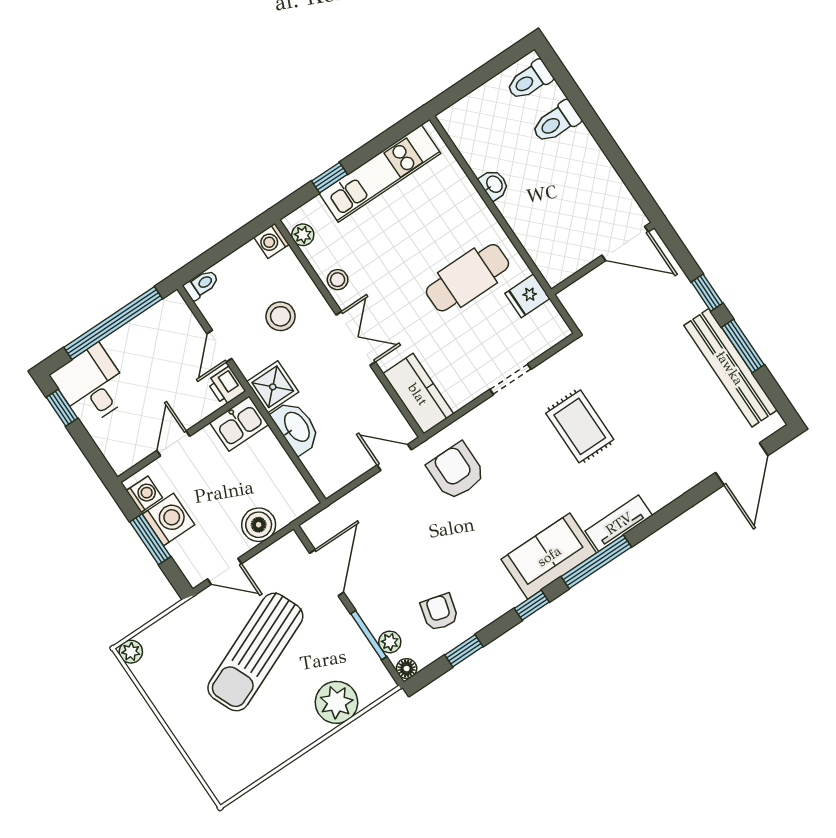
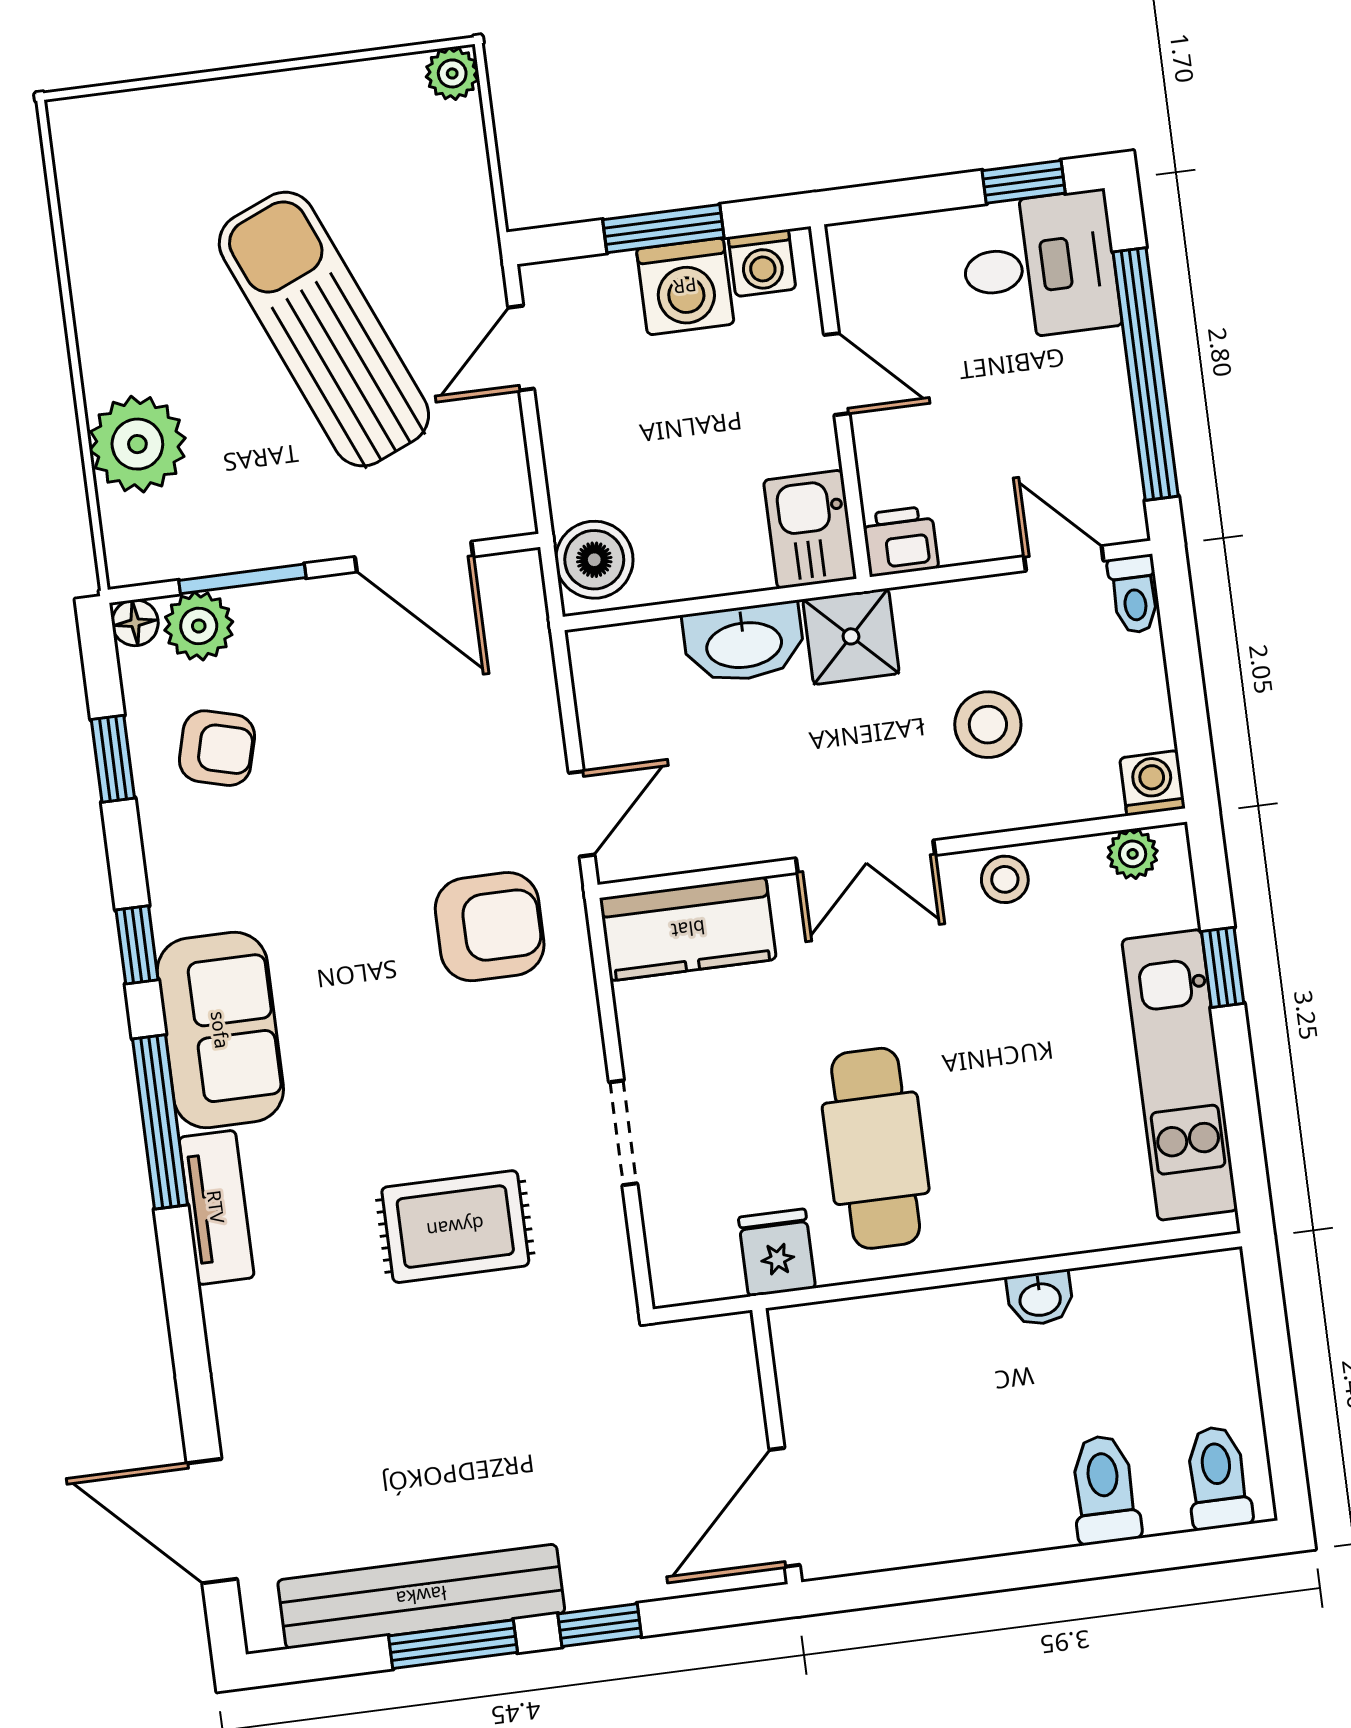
door: (219, 346) -> (1064, 559), moved
boiler: (259, 525) -> (594, 560), moved
plant: (390, 642) -> (199, 626), width x1.38, depth x1.38

